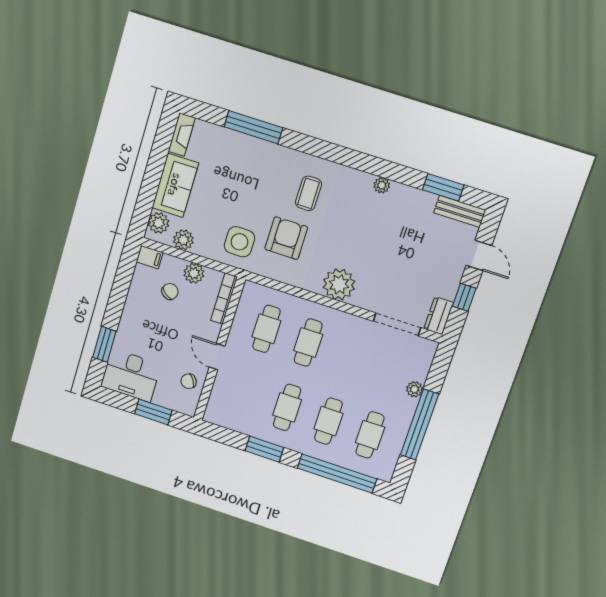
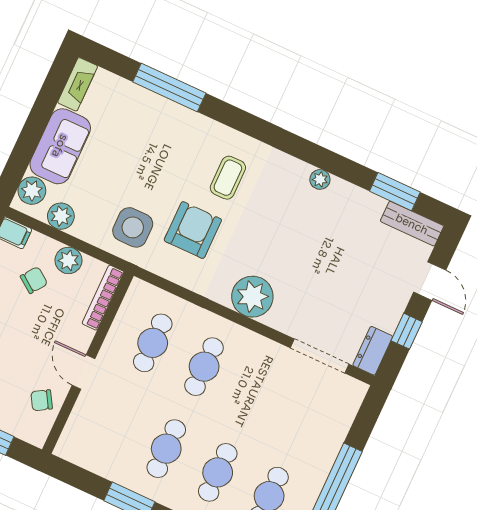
plant: (415, 389) -> (332, 442), removed

